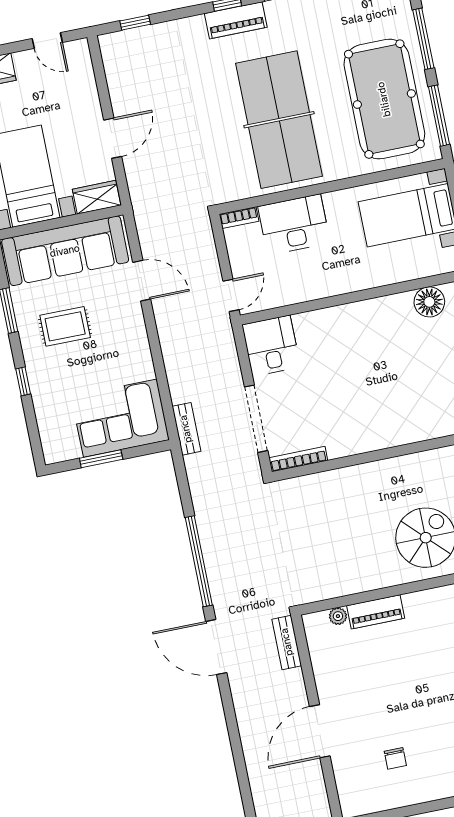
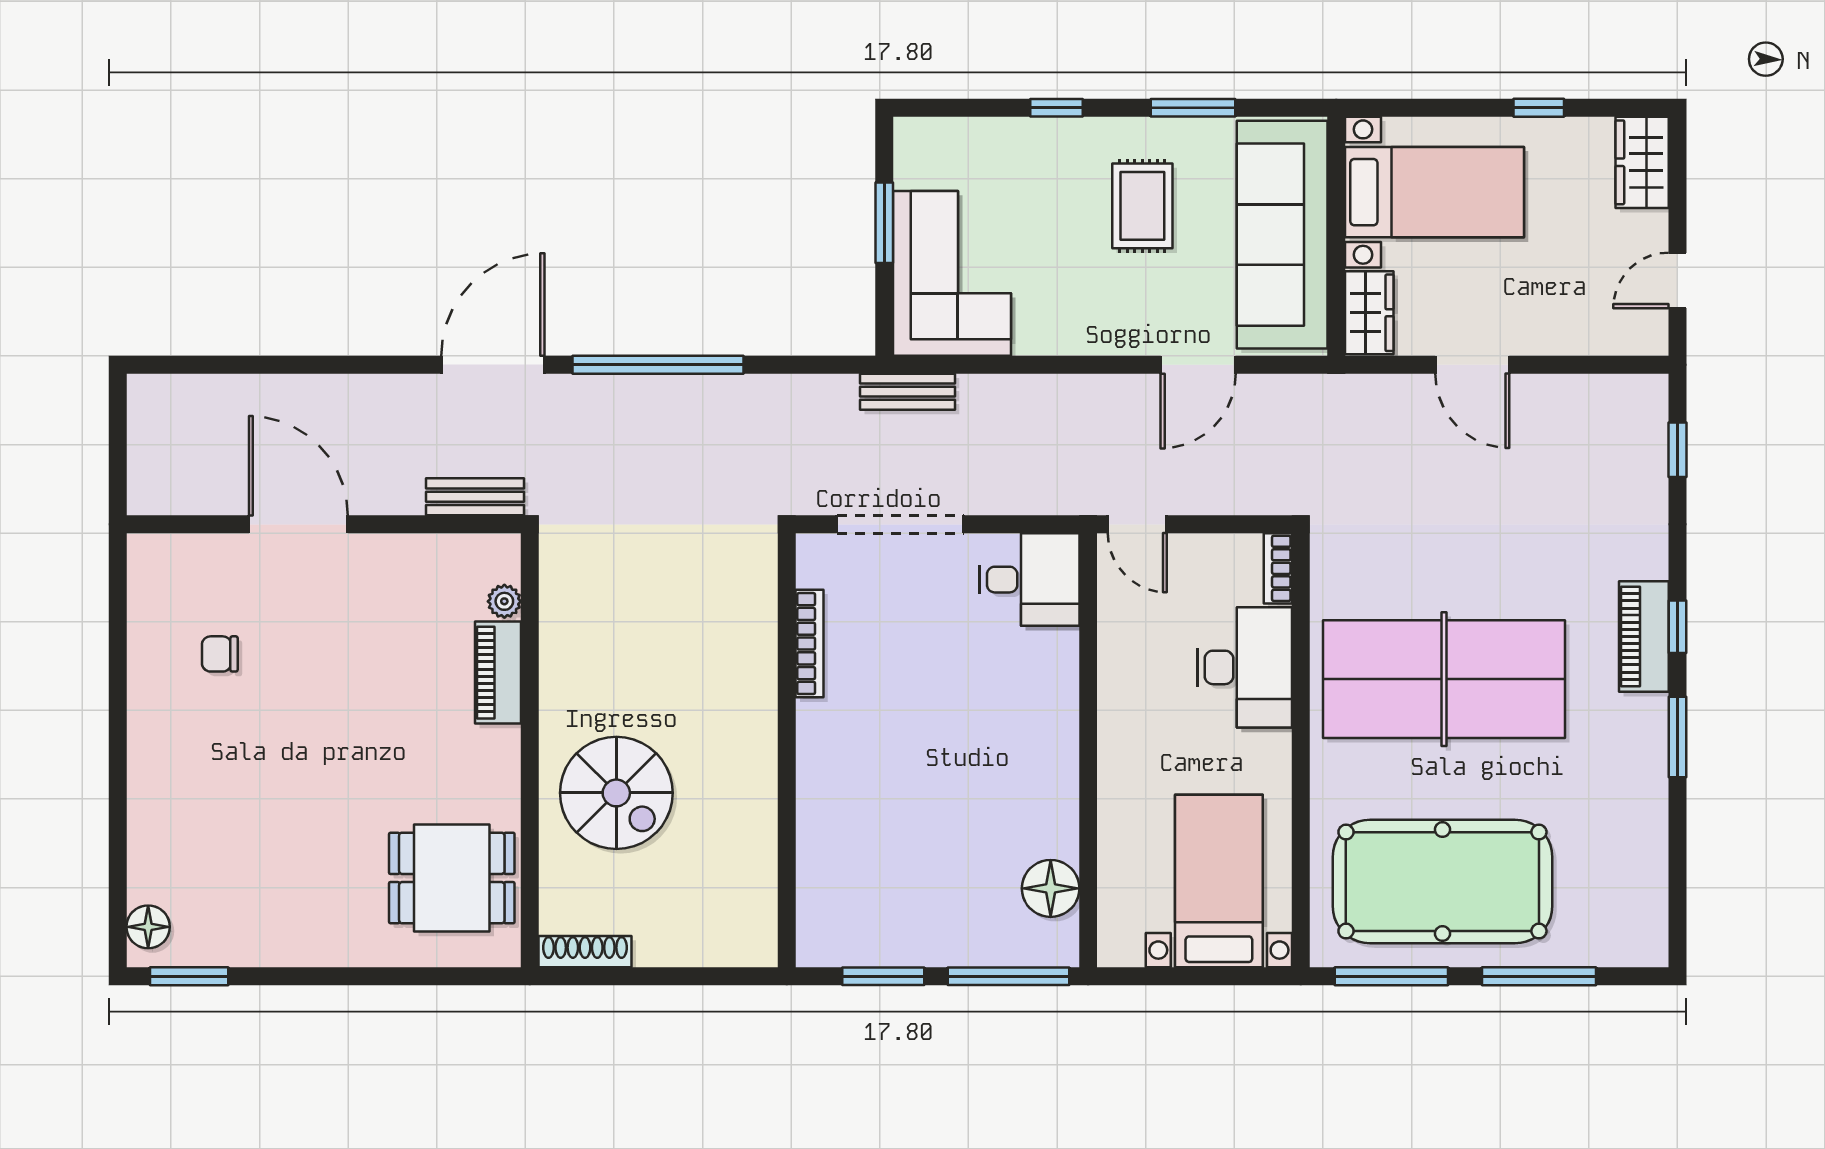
bookcase: (298, 459) -> (809, 644), moved

